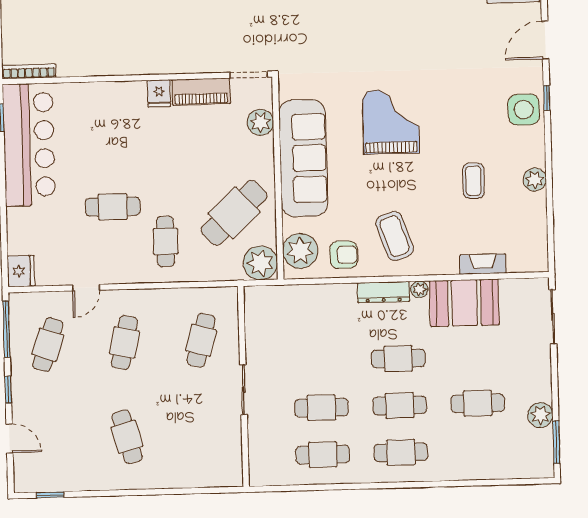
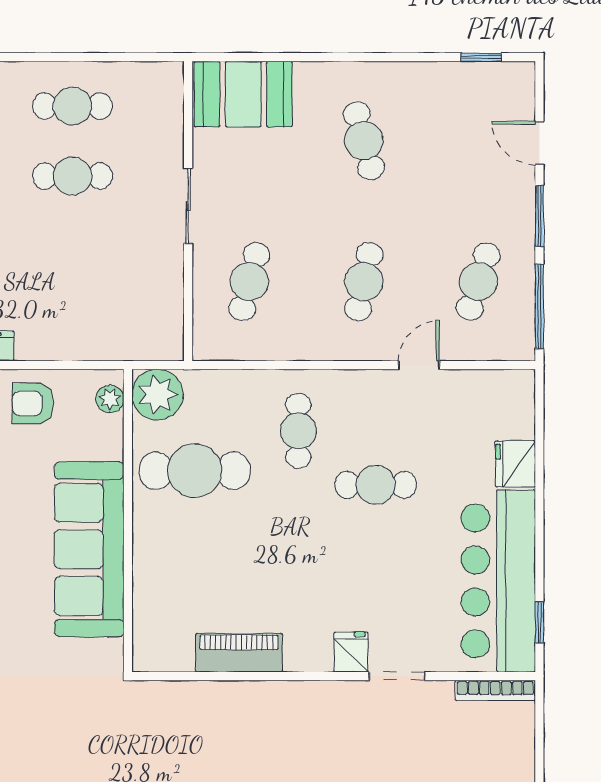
doorway: (249, 75) -> (397, 676), moved
fridge: (159, 93) -> (351, 652), moved
plant: (260, 122) -> (152, 605), removed
cafe table: (234, 213) -> (195, 471), turned 43
plant: (300, 251) -> (110, 399), width x0.53, depth x0.53
fridge: (21, 271) -> (515, 464), moved
window: (8, 390) -> (539, 216), width x1.50
booth: (209, 466) -> (243, 94), added

